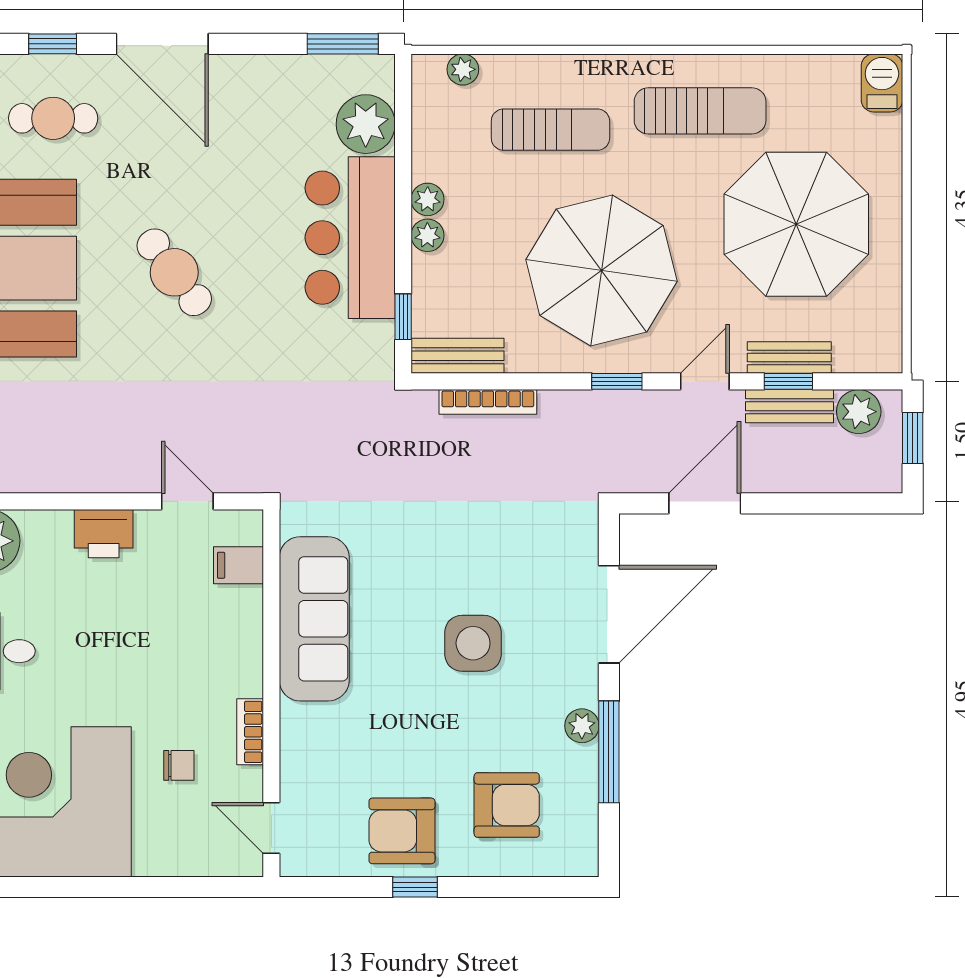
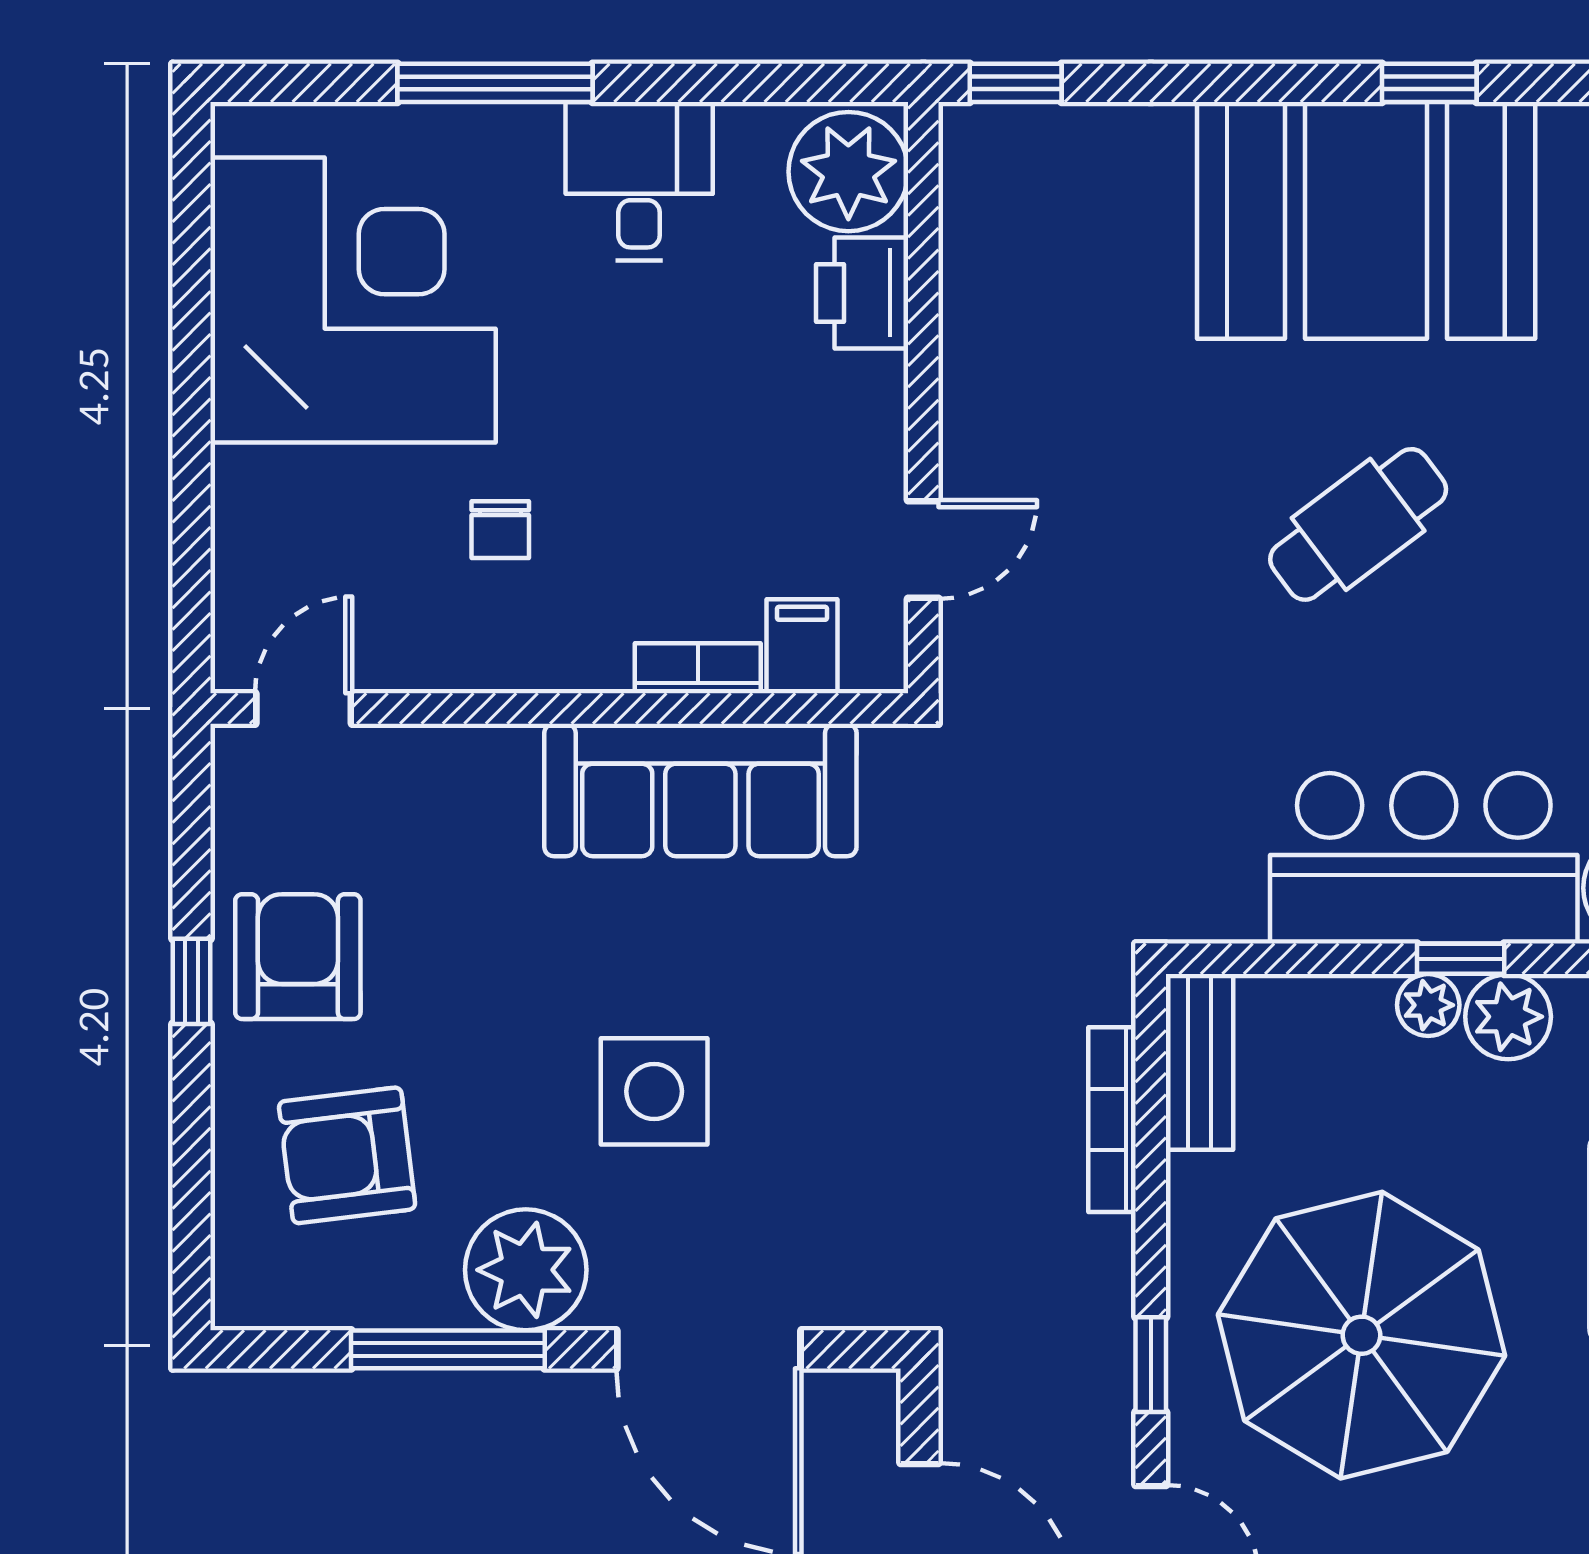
plant: (428, 199) -> (1508, 1017), width x1.38, depth x1.38
window: (403, 317) -> (1461, 959), moved
printer: (104, 534) -> (862, 293), moved
plant: (582, 726) -> (526, 1270), width x1.88, depth x1.88
bookcase: (250, 732) -> (698, 668), moved
chair: (179, 765) -> (500, 530), moved
armchair: (507, 805) -> (347, 1155), turned 83

